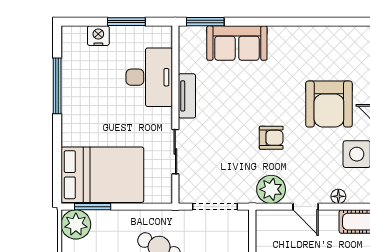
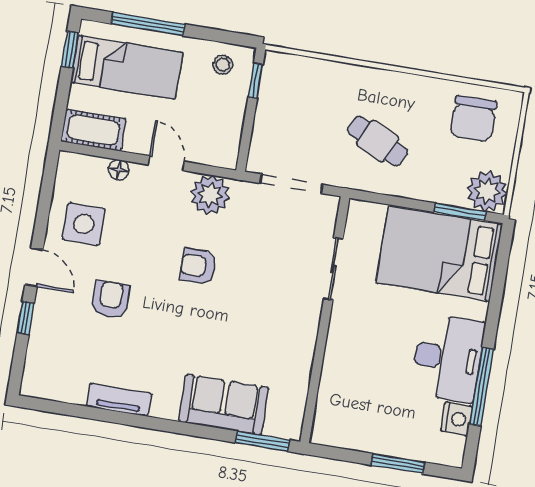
window: (126, 22) -> (398, 464), moved
nightstand: (98, 36) -> (456, 419), moved, turned -90
desk: (149, 77) -> (448, 358), moved, turned 180
tv unit: (187, 96) -> (119, 400), moved, turned 90
armchair: (329, 104) -> (111, 299), width x0.53, depth x0.53

